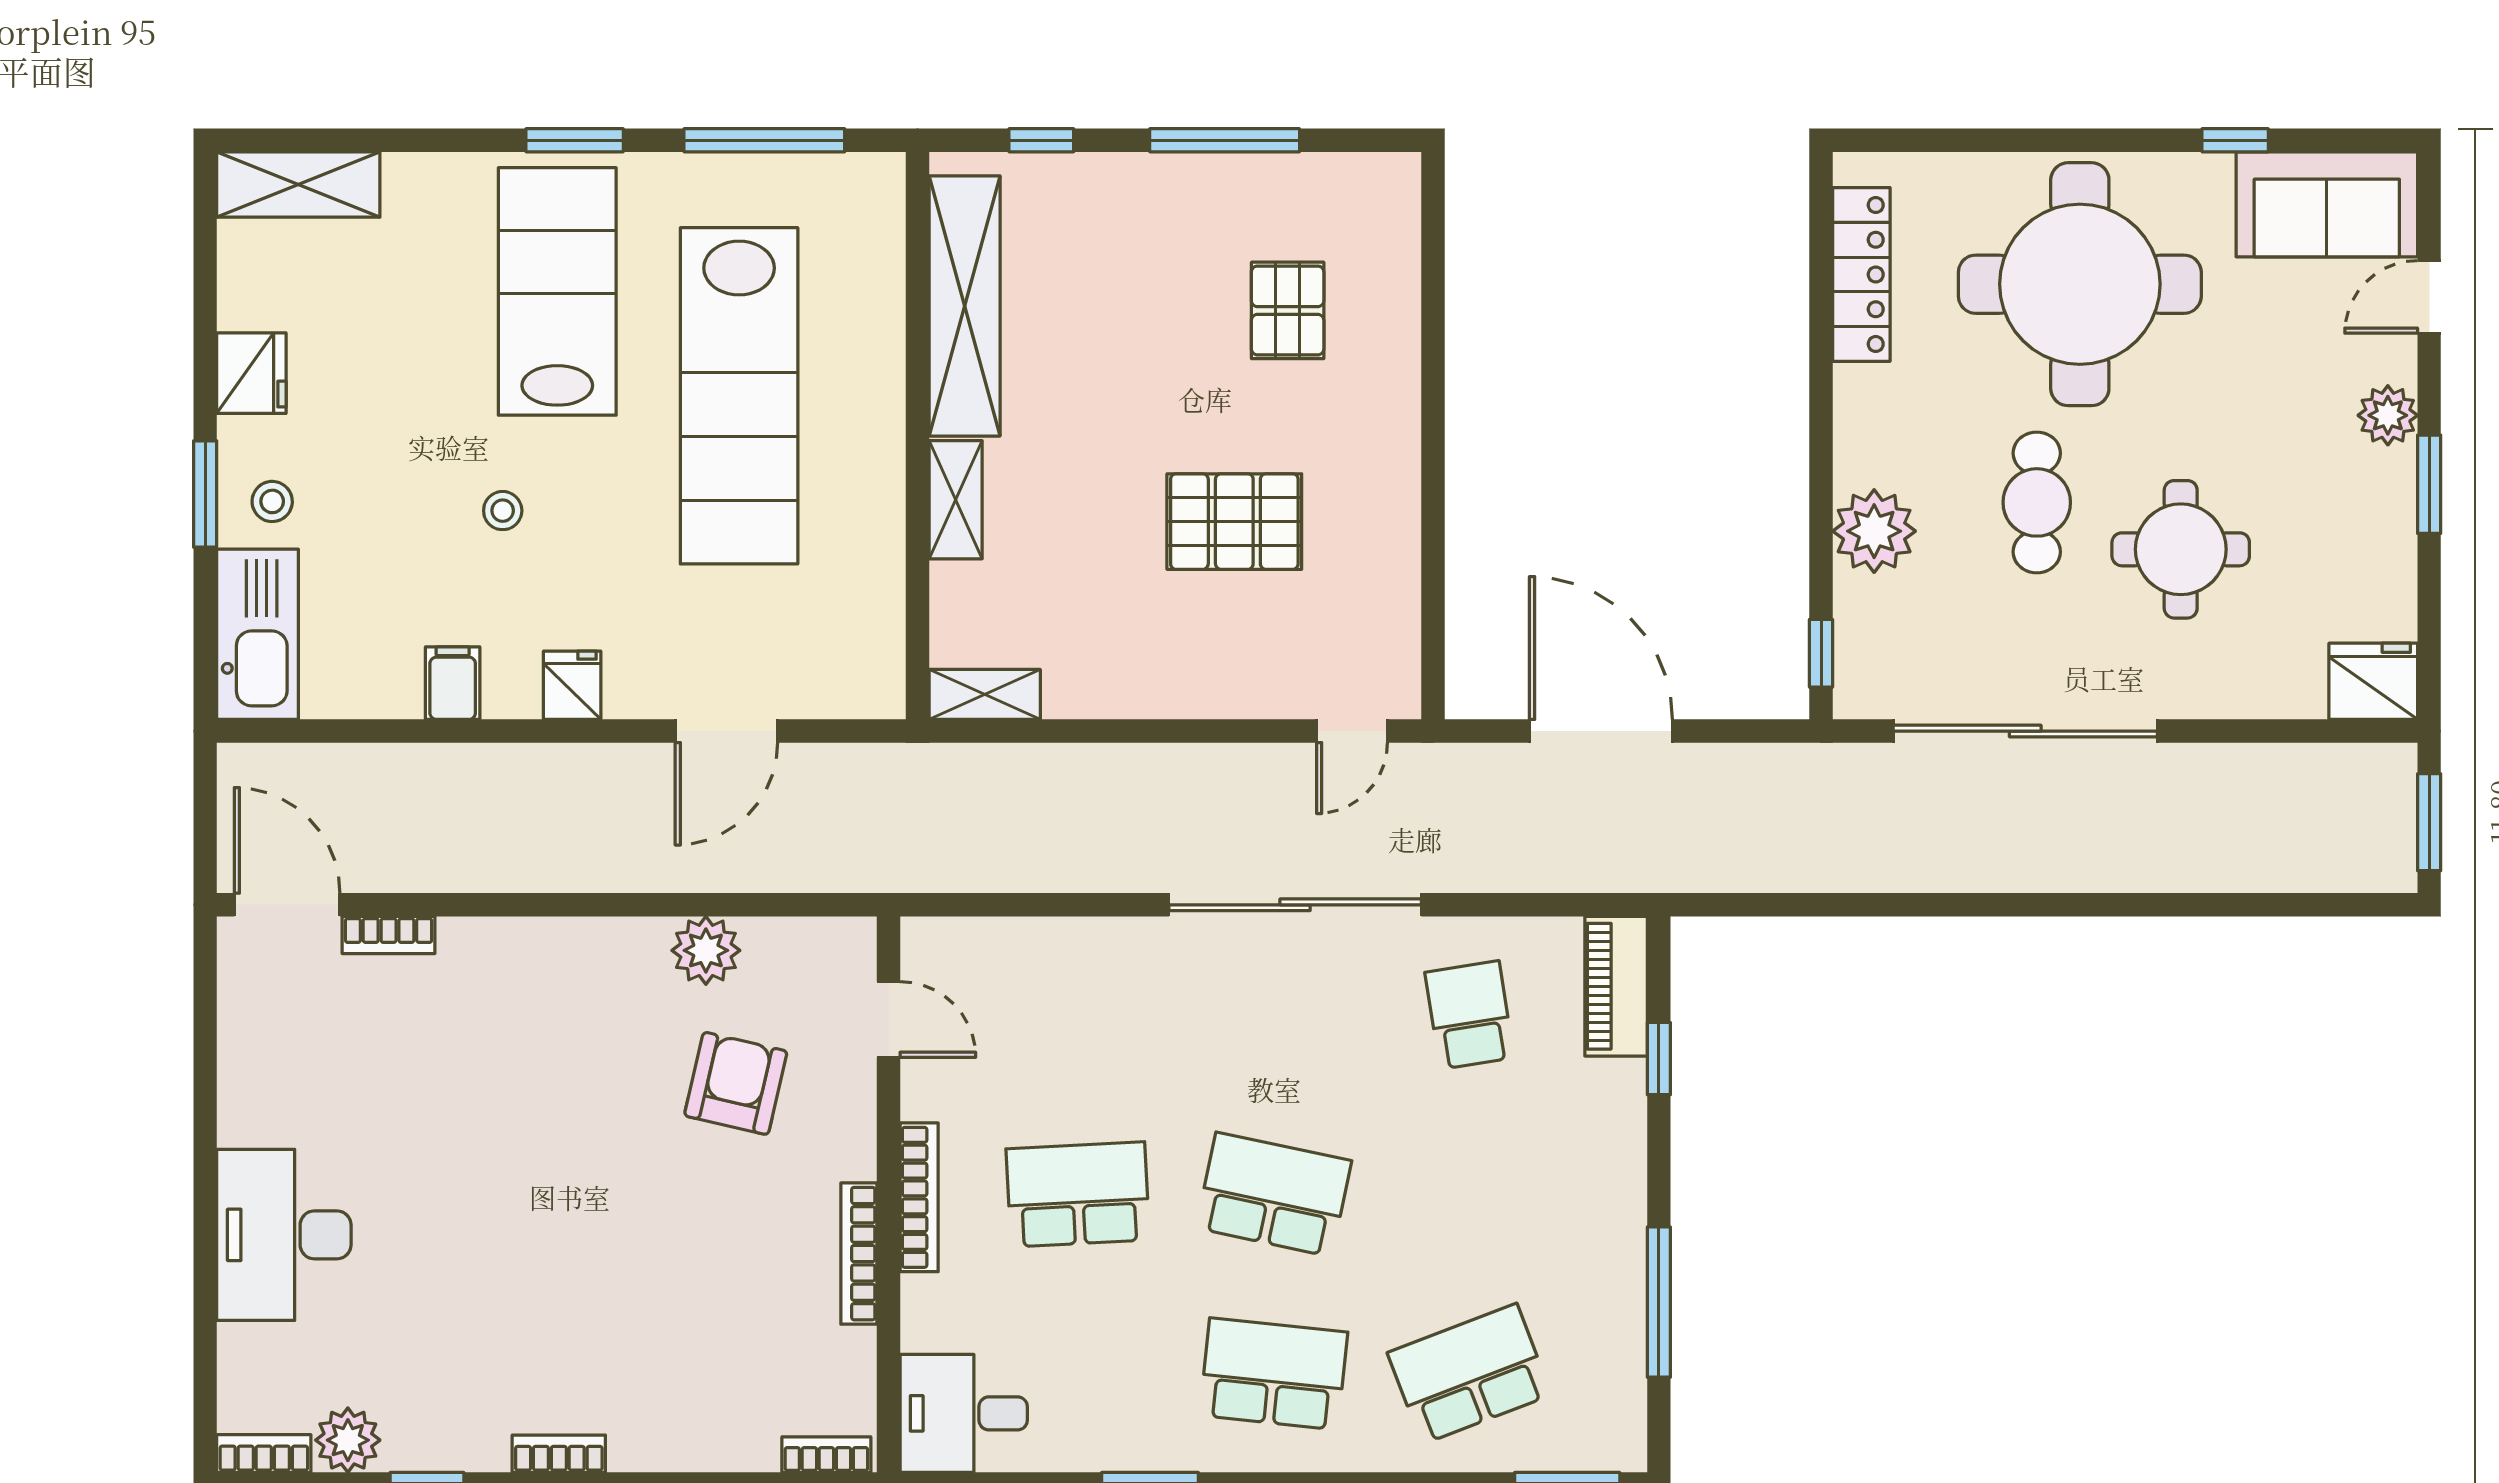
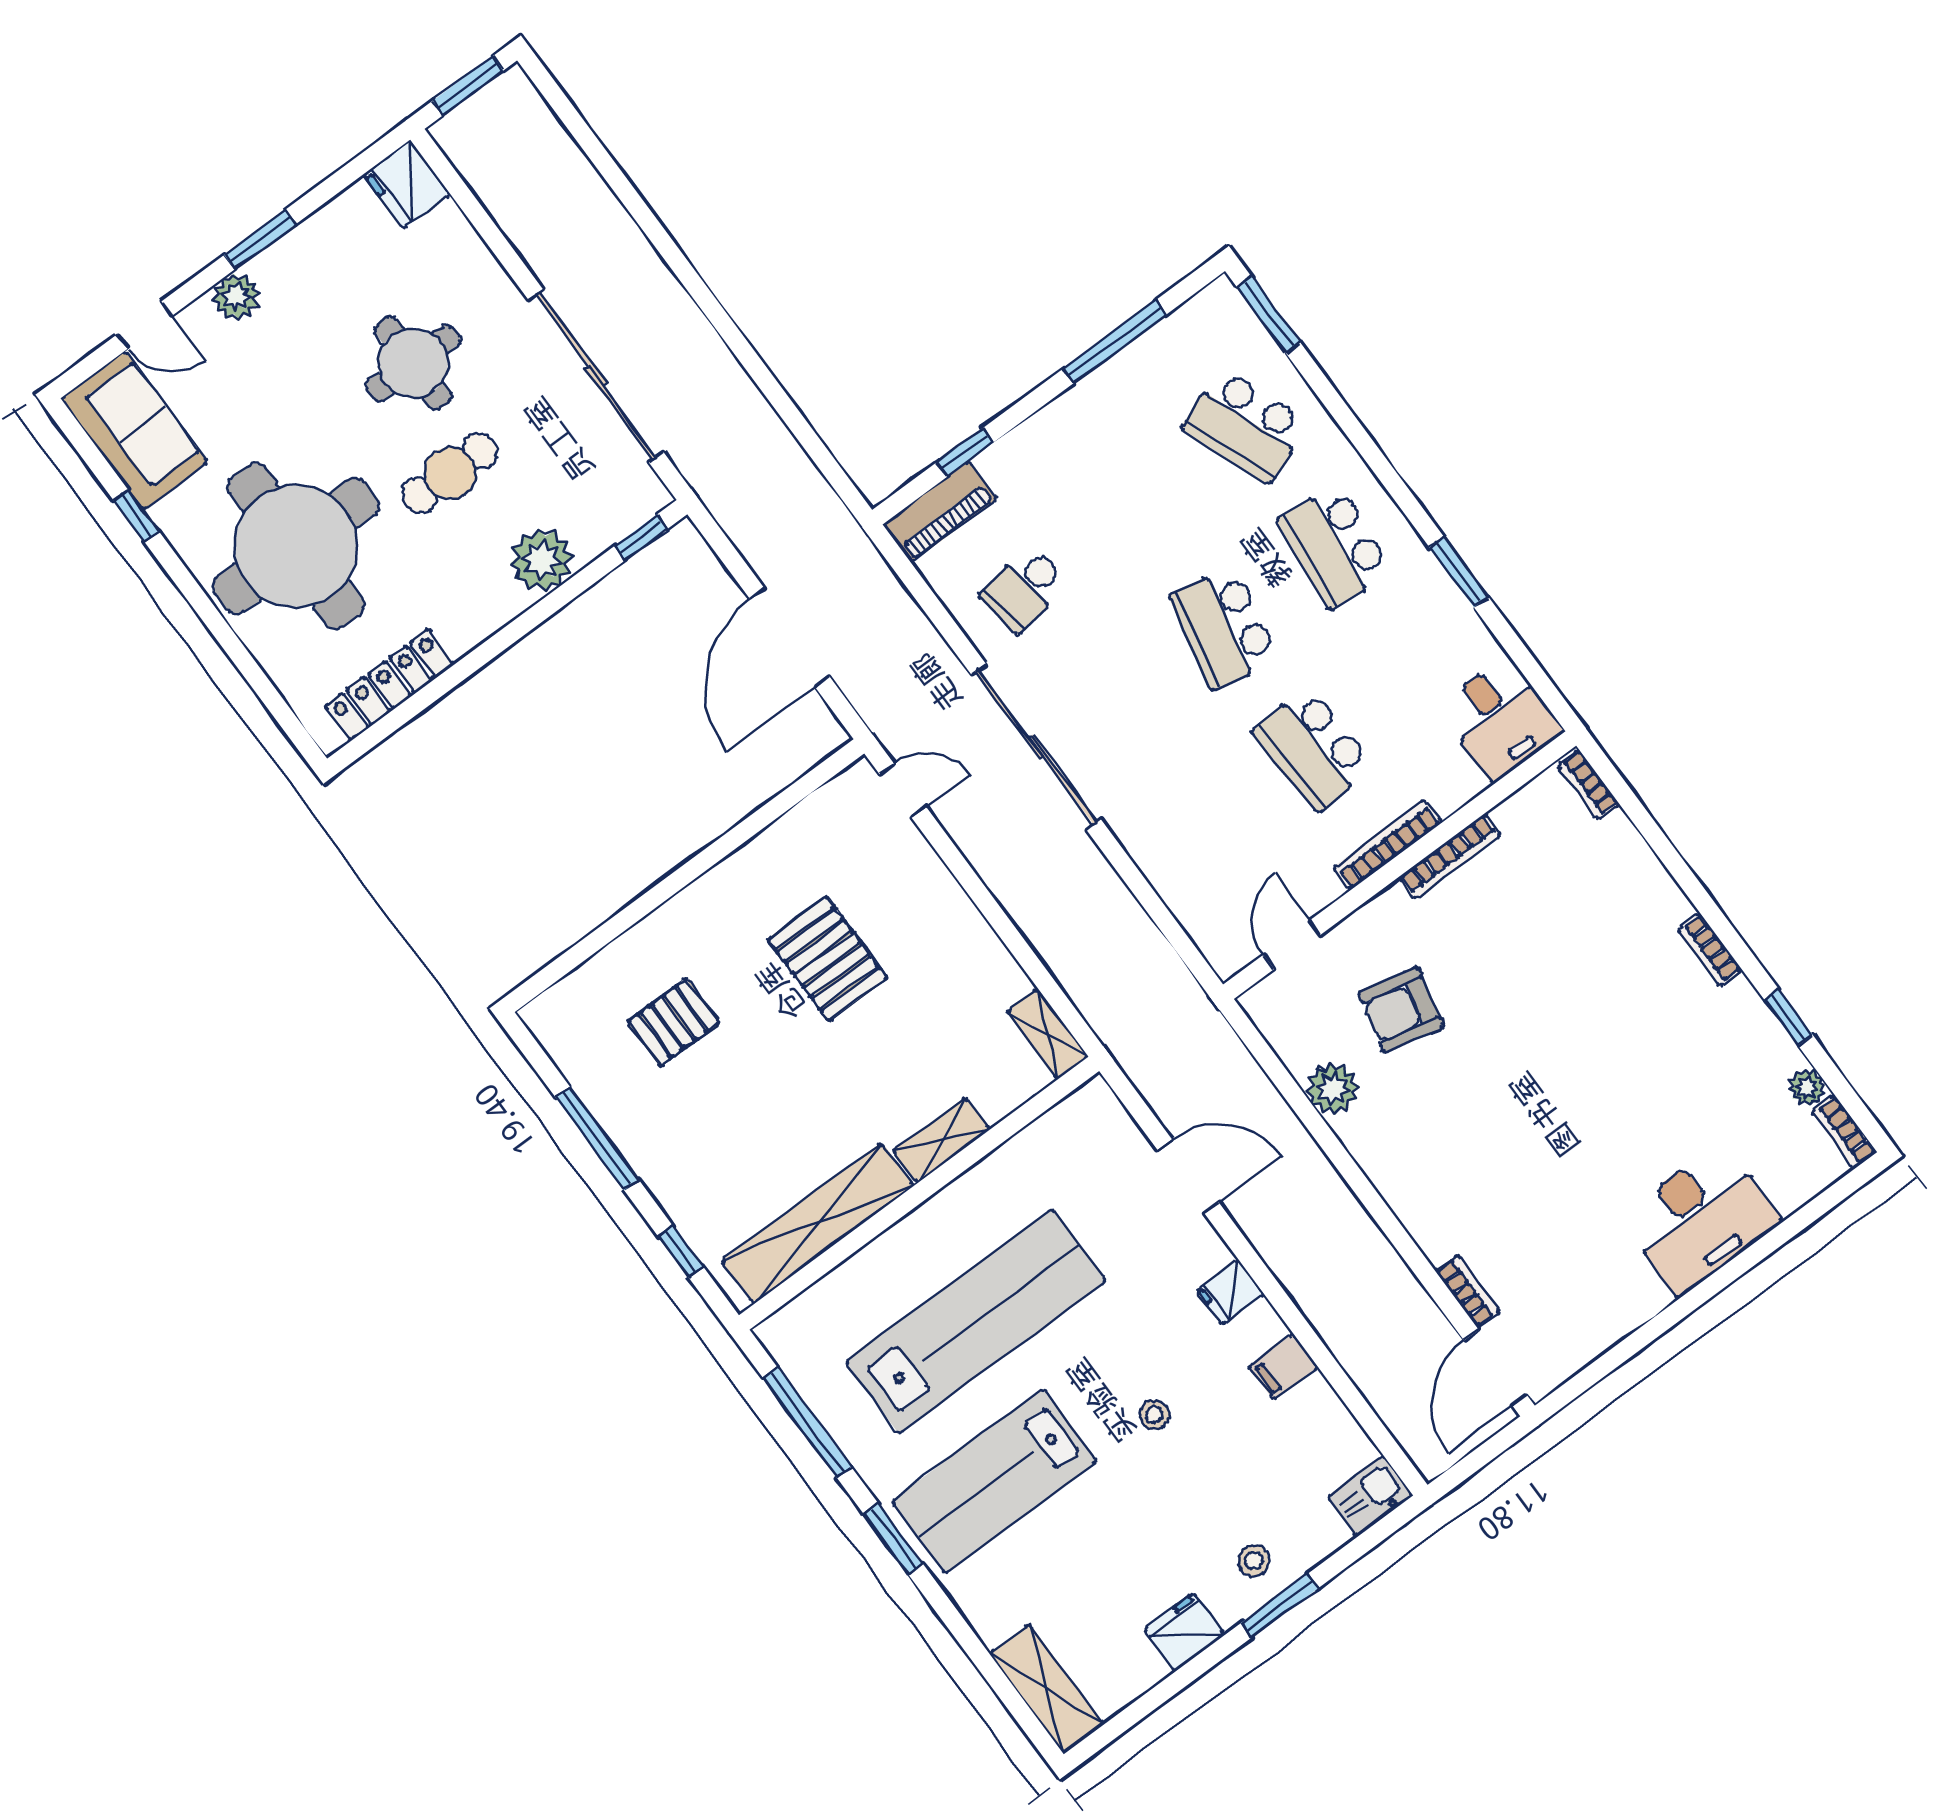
kitchen sink: (258, 634) -> (1370, 1496), width x0.53, depth x0.81
plant: (348, 1440) -> (1807, 1088), width x0.73, depth x0.73

